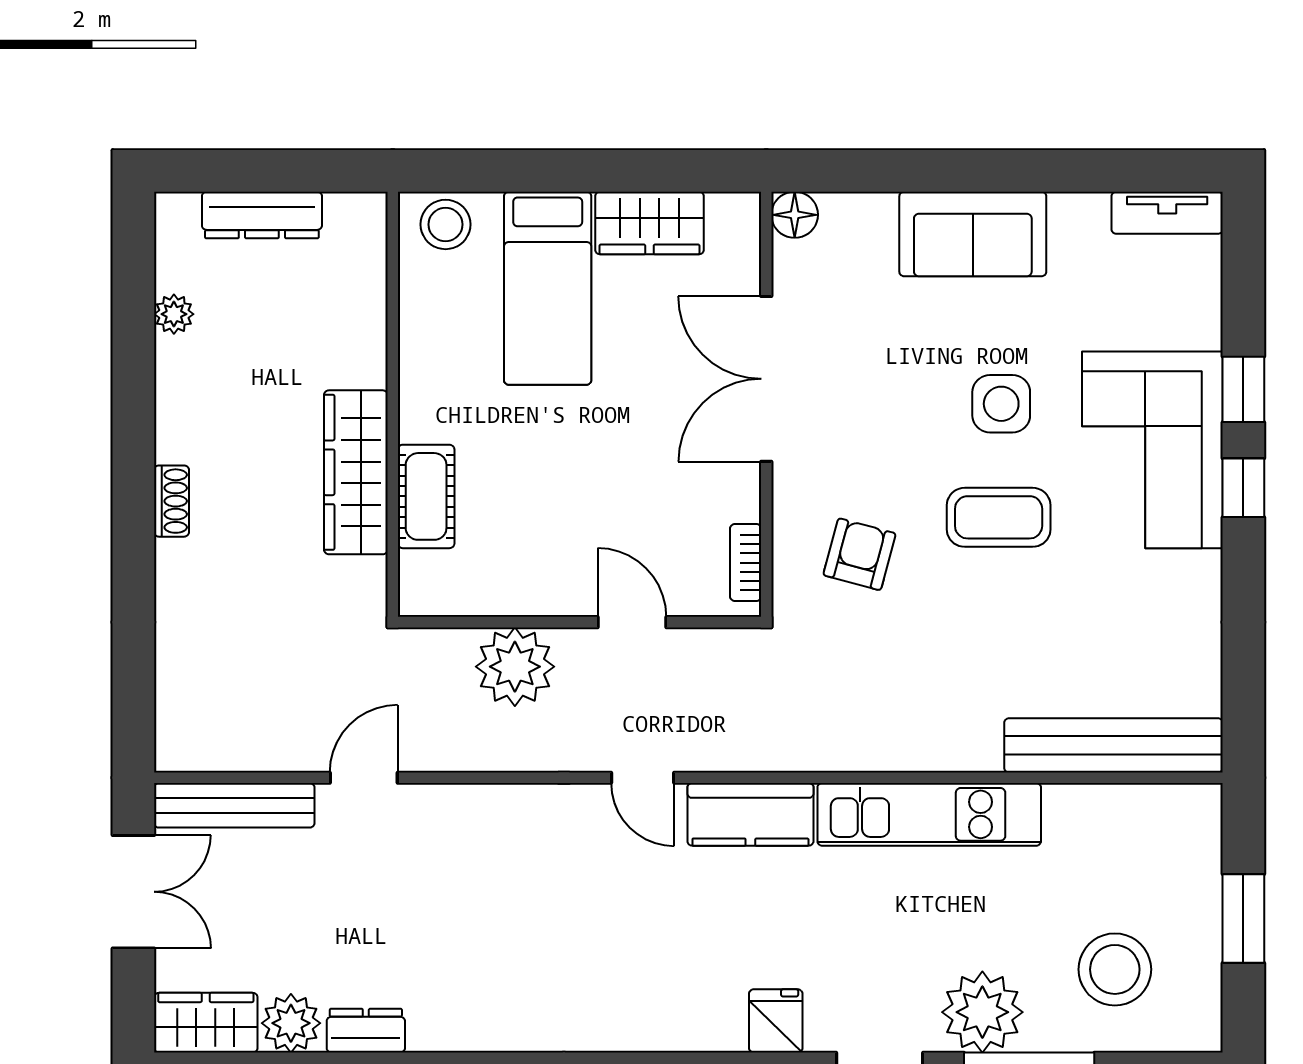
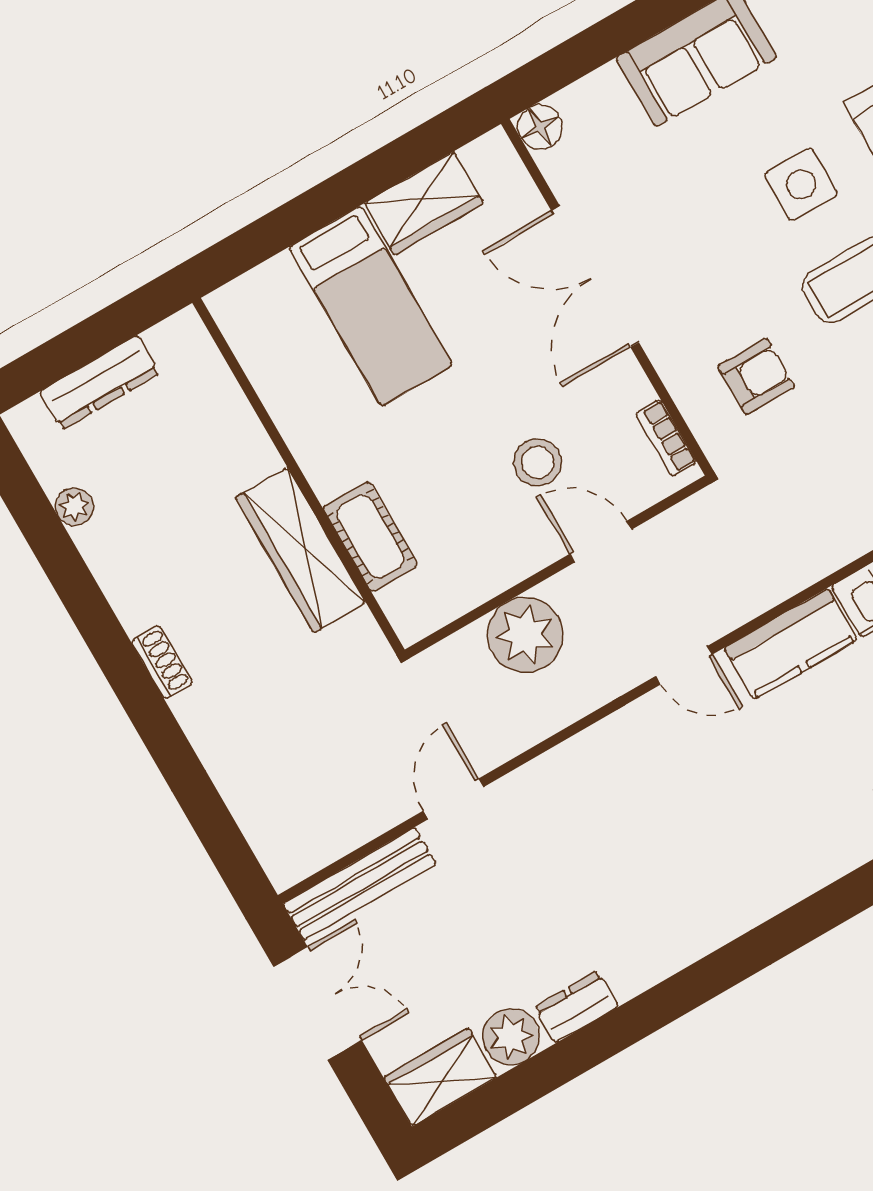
stool: (446, 224) -> (538, 462), moved
armchair: (859, 554) -> (756, 377), turned 75

